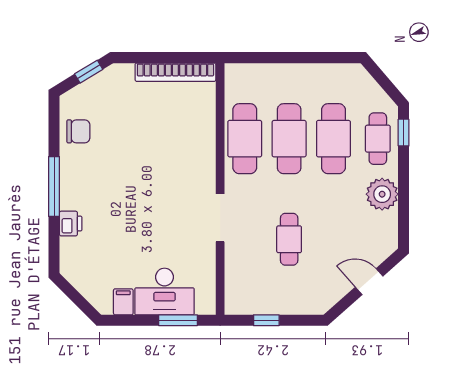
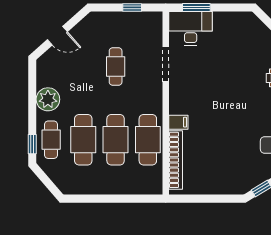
bookcase: (175, 72) -> (176, 160), moved, turned 90
doorway: (220, 218) -> (166, 64), moved
desk: (164, 292) -> (191, 28), moved
filing cabinet: (123, 302) -> (178, 122), moved, turned -90

